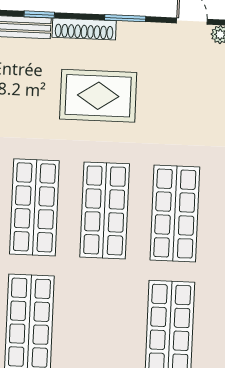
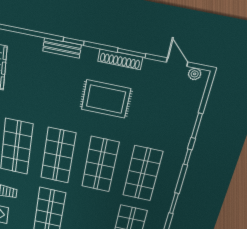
shoe rack: (84, 29) -> (120, 59), moved

